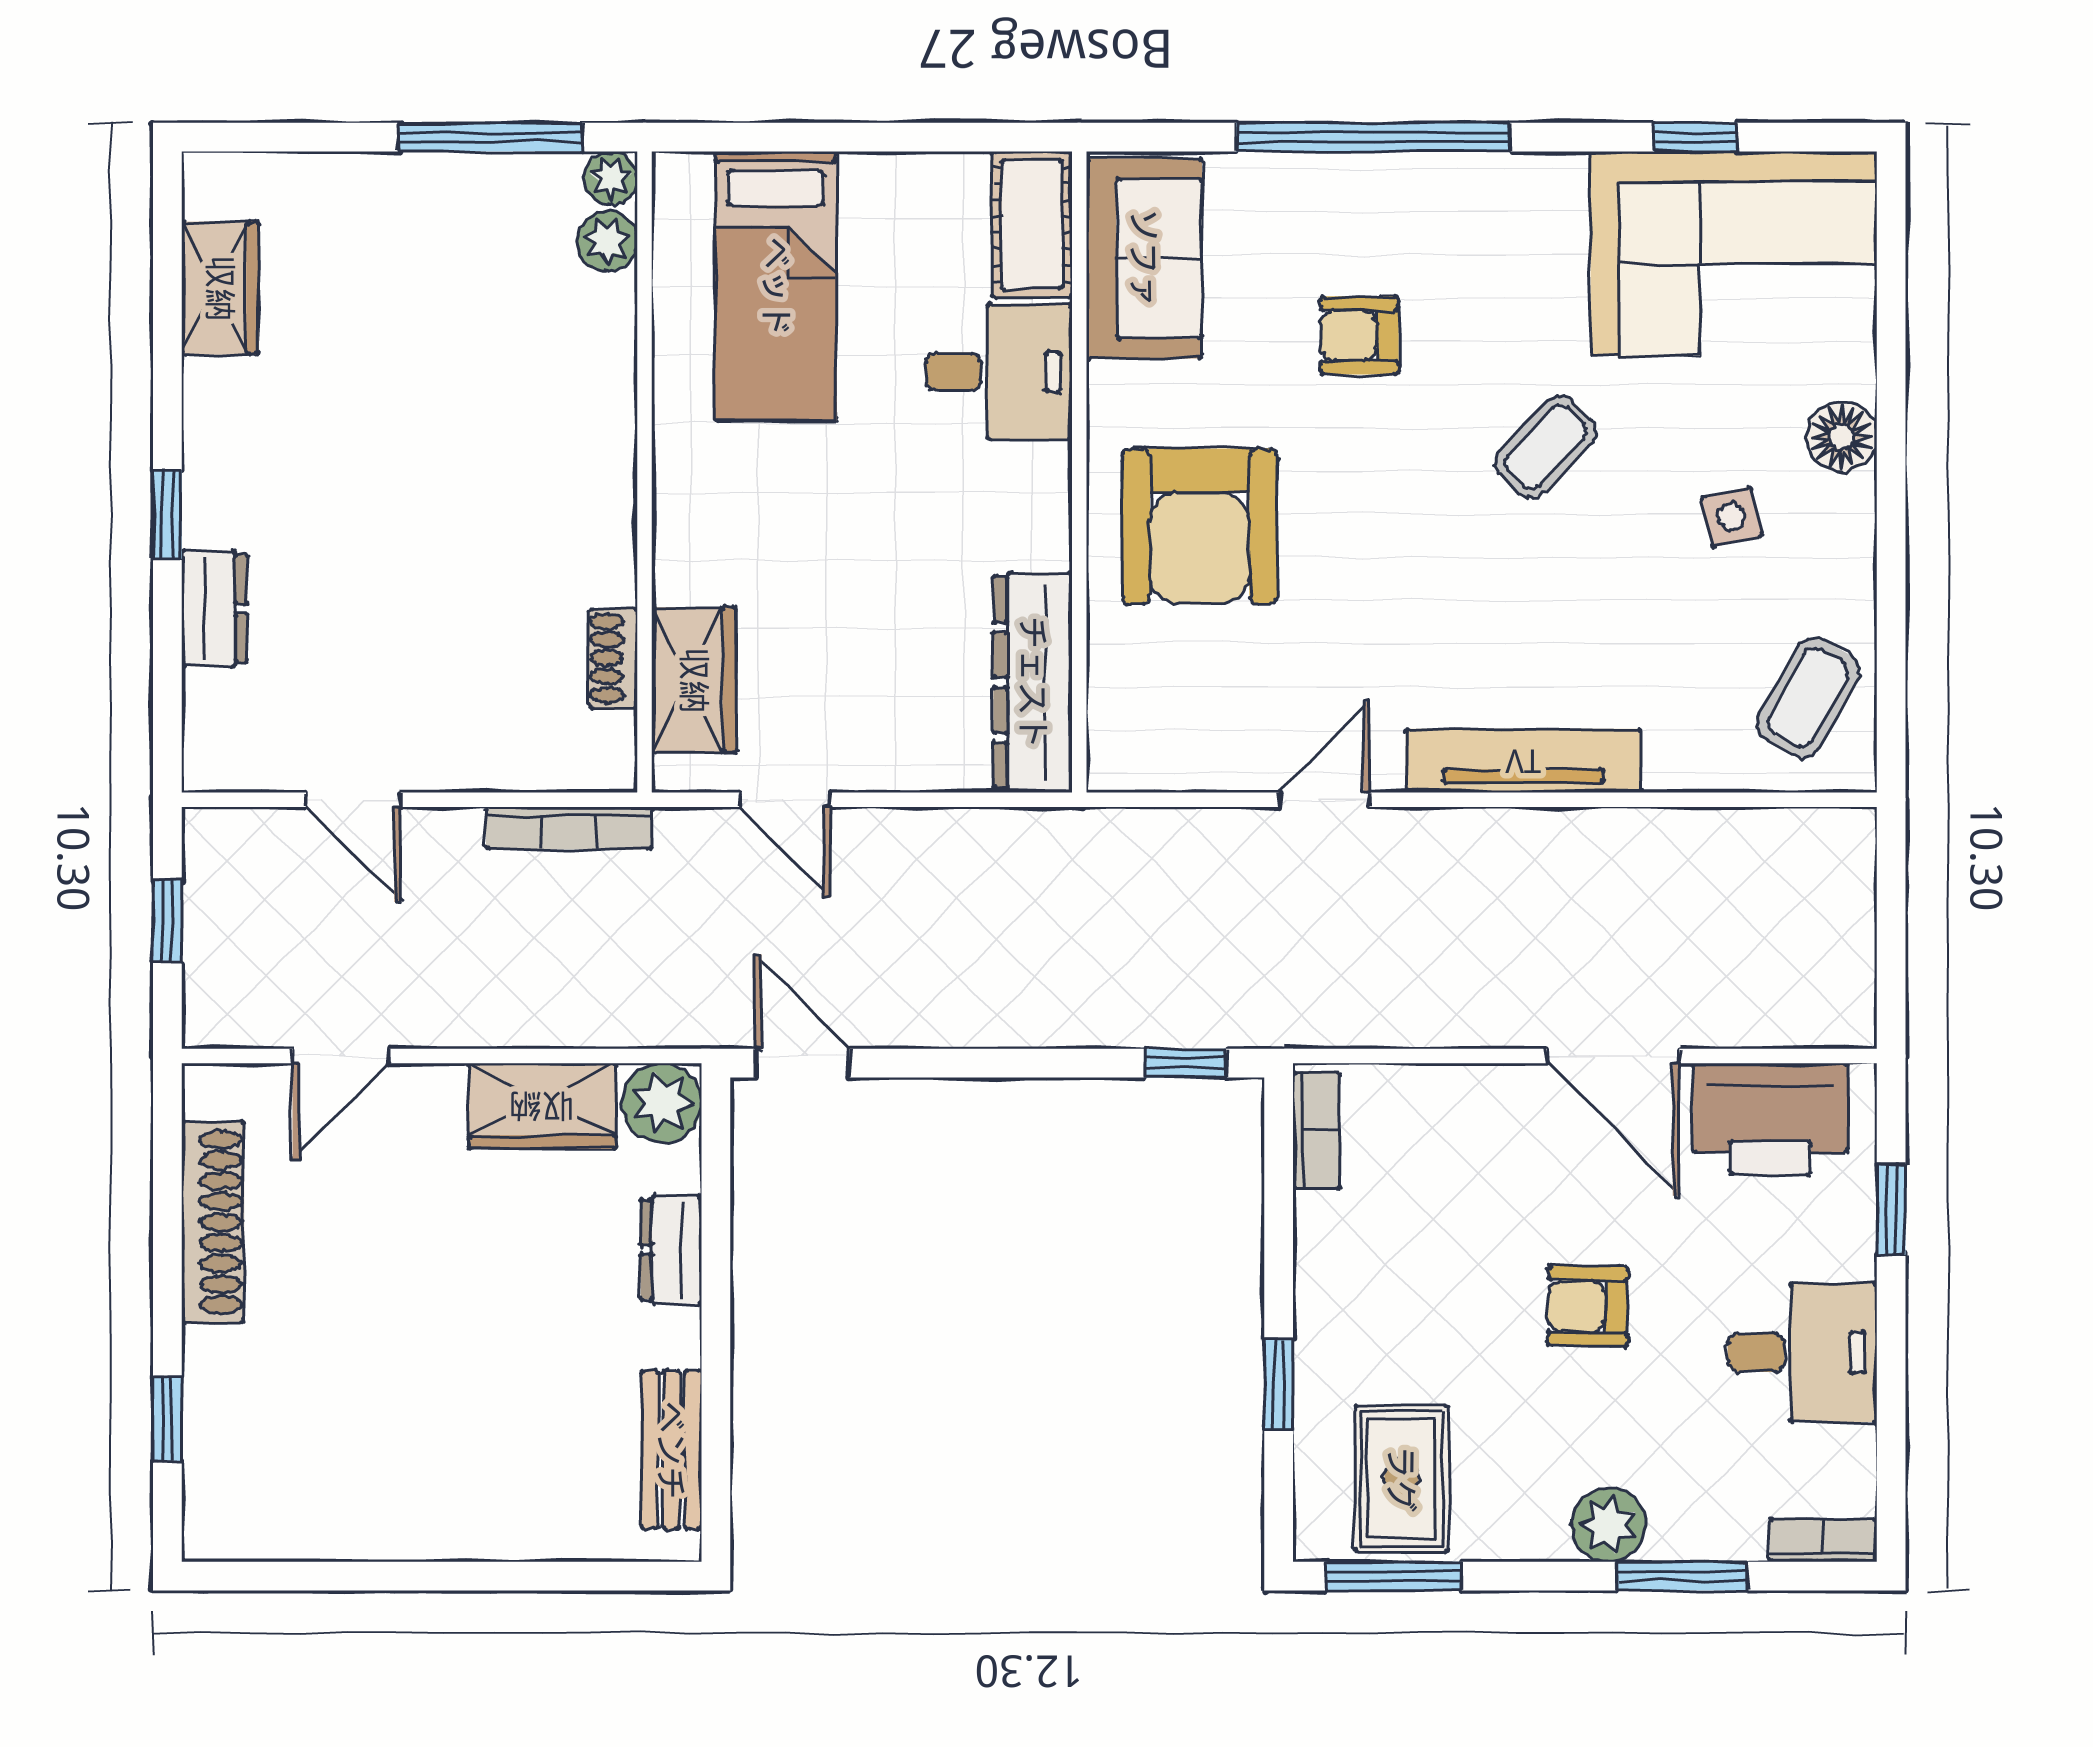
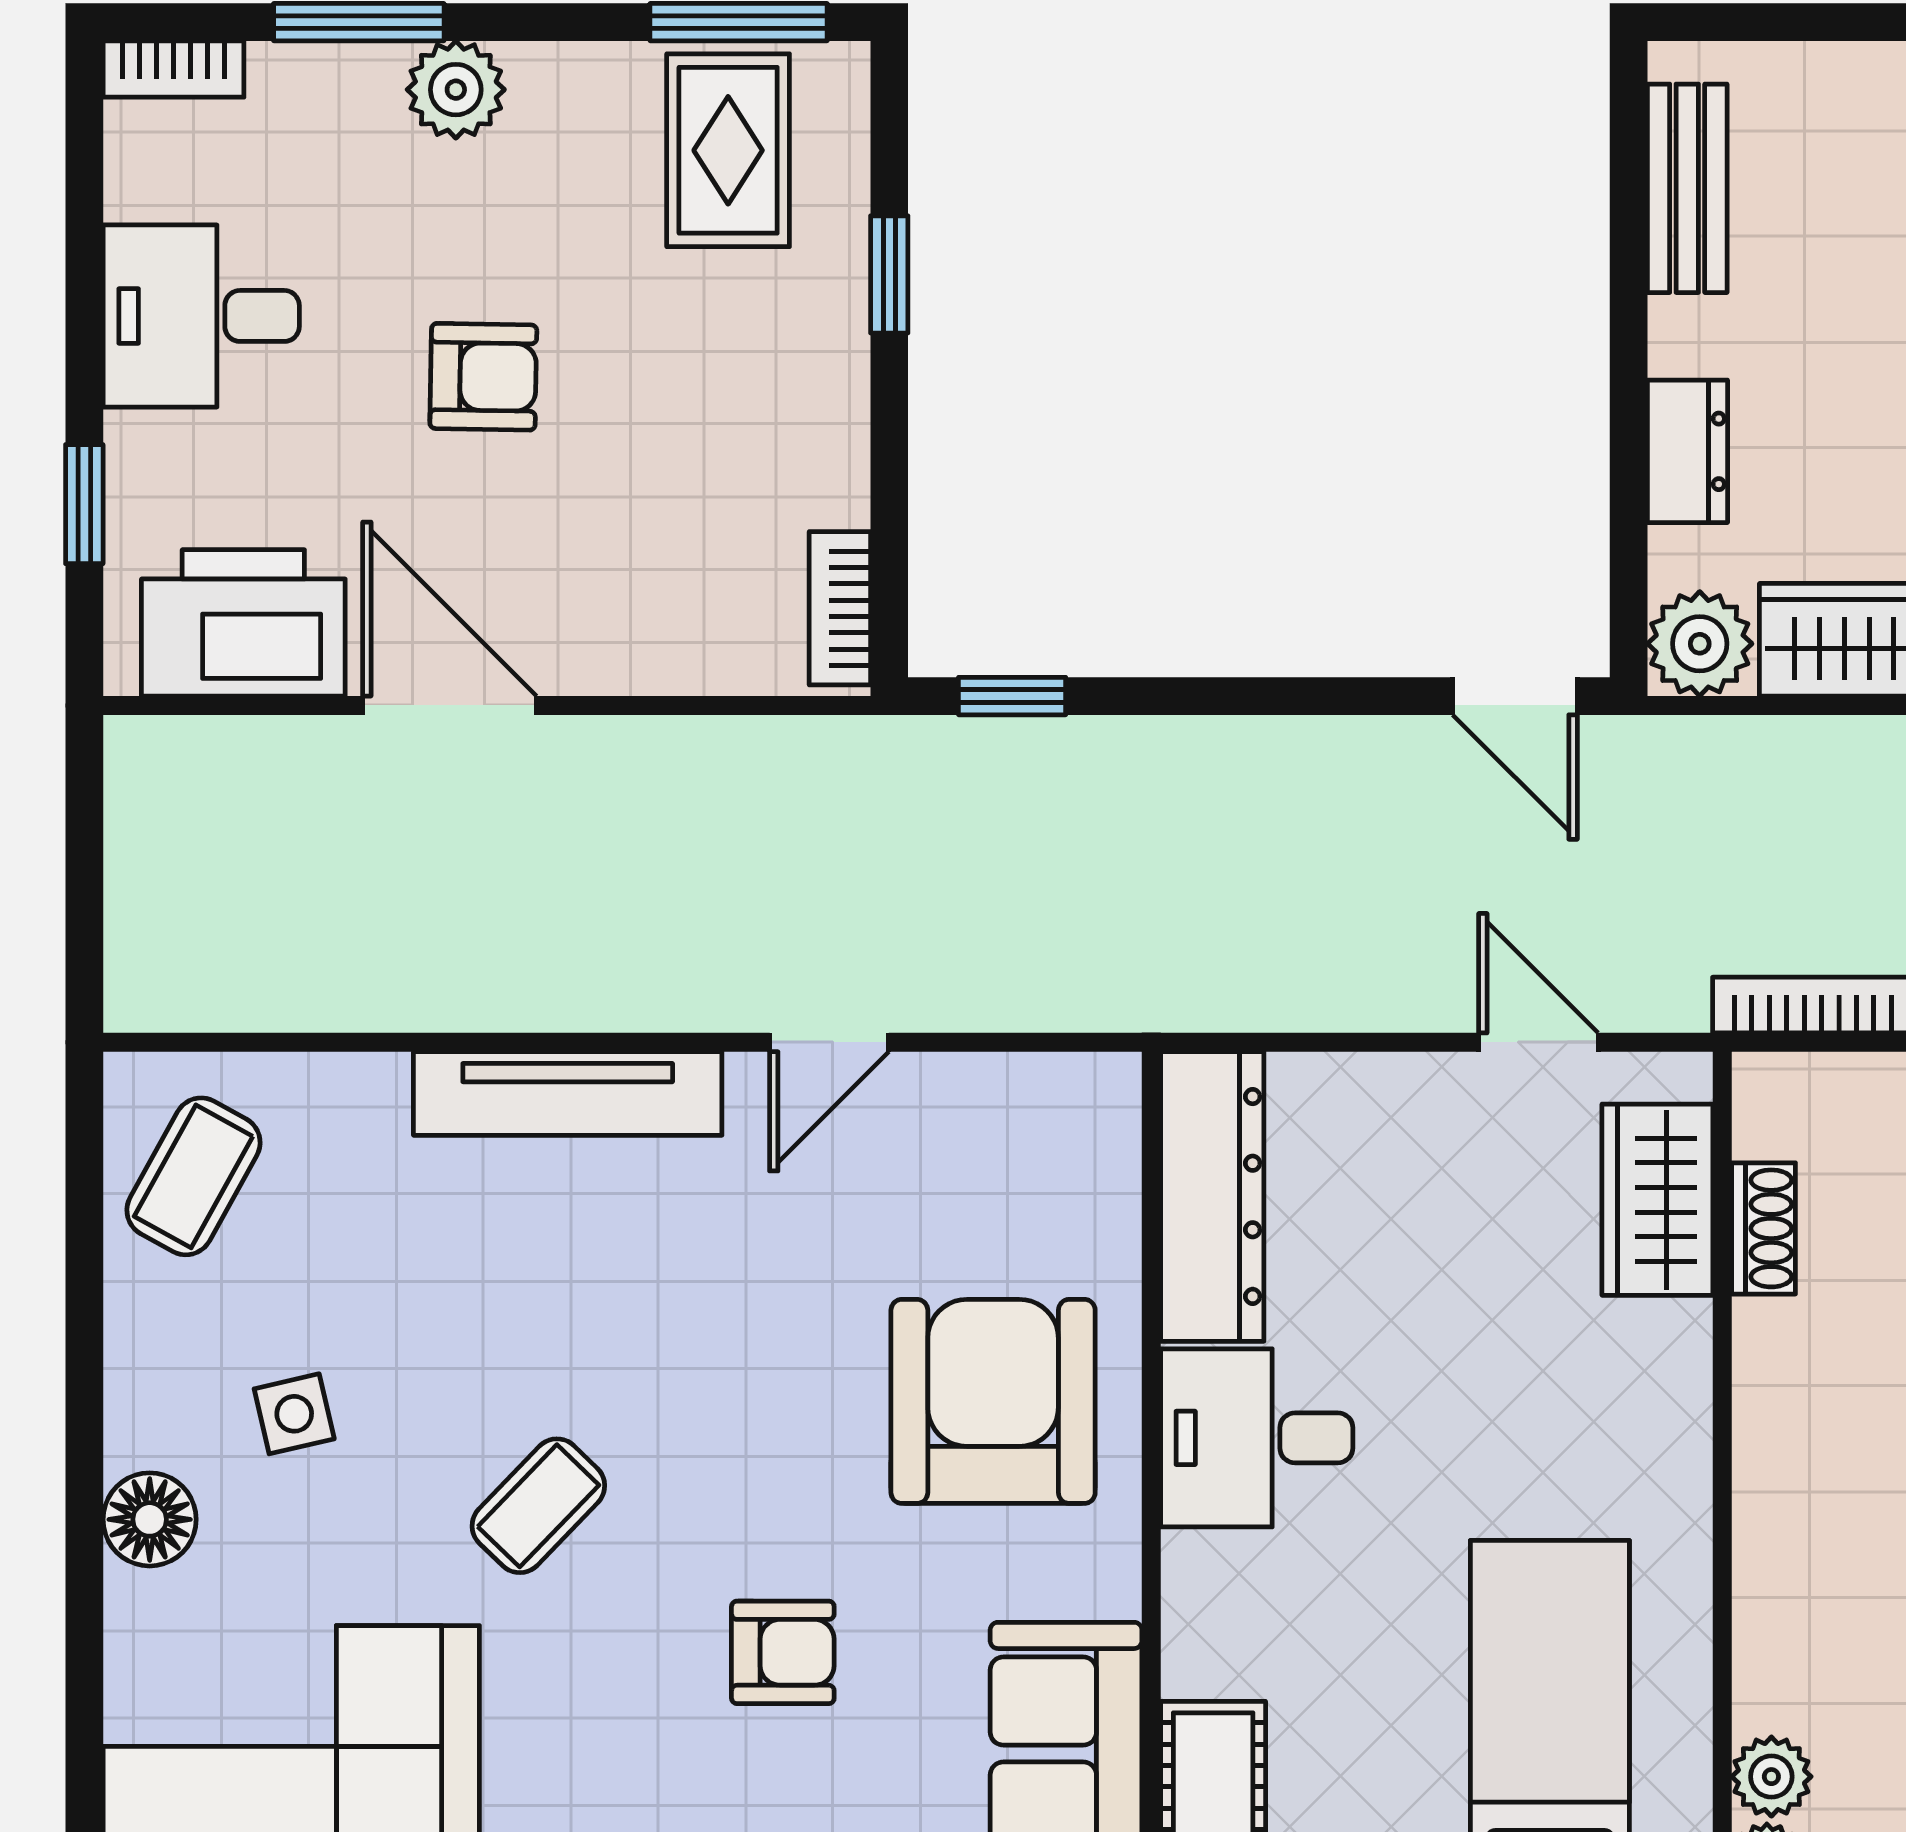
desk: (999, 372) -> (1257, 1438), moved

